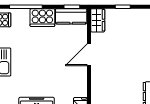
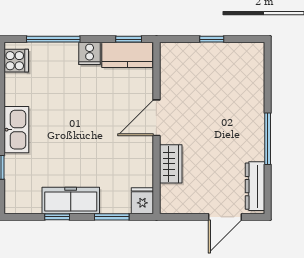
cooker: (42, 18) -> (90, 53), width x0.53, depth x0.76
wardrobe: (98, 20) -> (171, 164), moved

